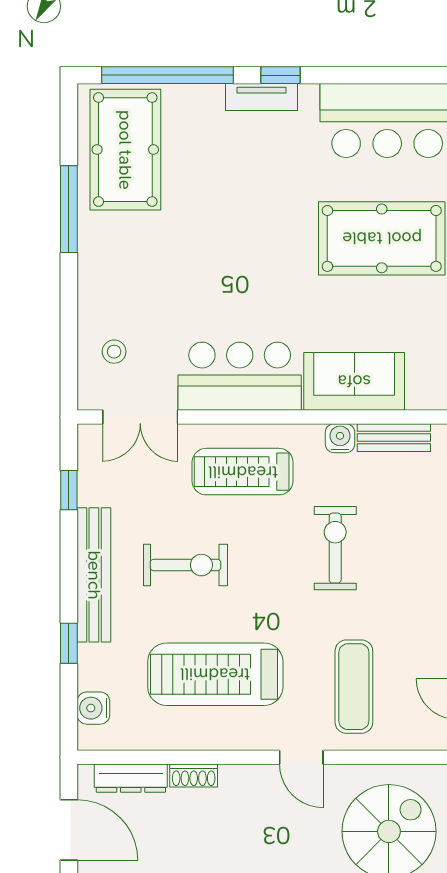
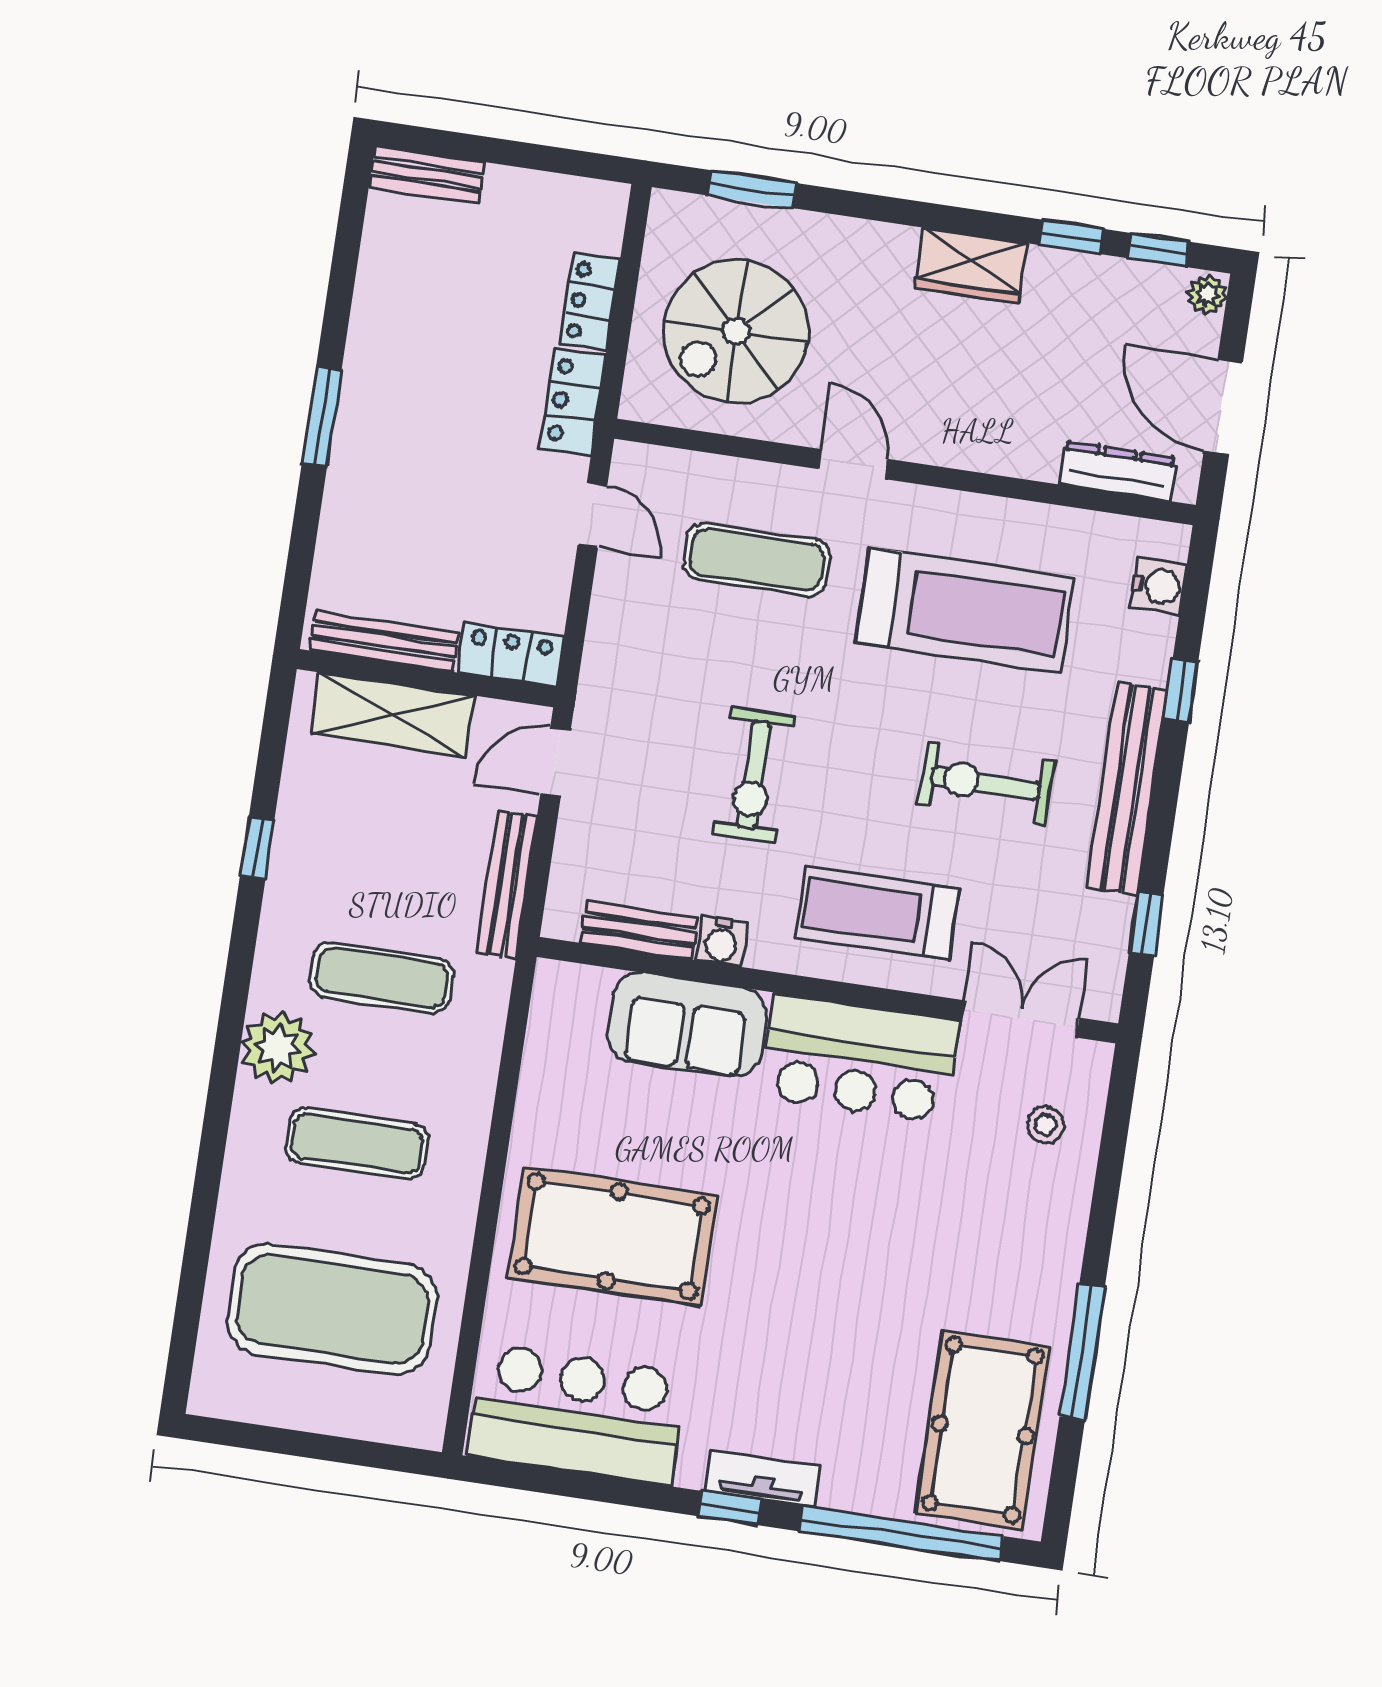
treadmill: (243, 472) -> (877, 913), turned 180
exercise mat: (354, 687) -> (757, 560), turned 90
shoe rack: (194, 775) -> (1021, 461), removed

